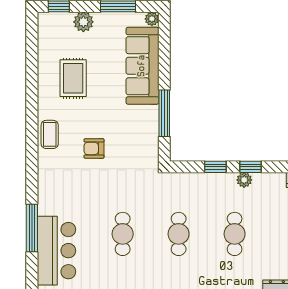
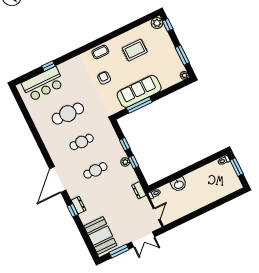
plant: (83, 22) -> (157, 23), moved
sofa: (142, 66) -> (139, 91), moved
window: (32, 228) -> (48, 66), width x0.46
cafe table: (123, 234) -> (68, 114), width x1.37, depth x1.35

